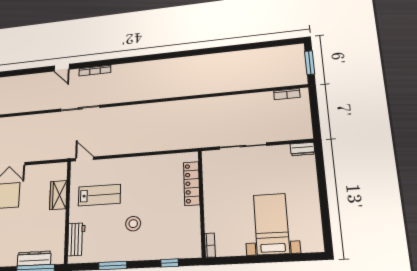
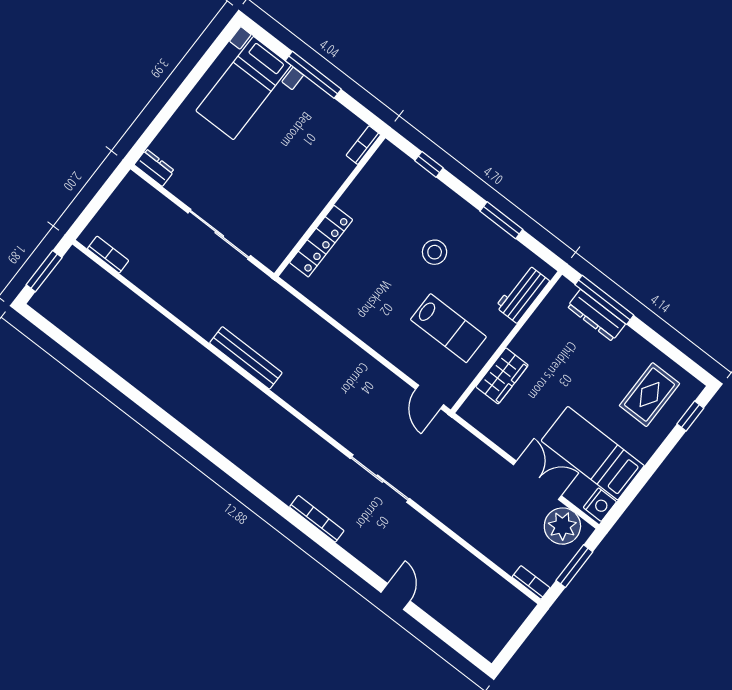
door: (62, 68) -> (395, 597), moved
bench: (182, 106) -> (246, 358), added
lab bench: (99, 195) -> (448, 328), turned 180
bed with nightstands: (271, 224) -> (243, 88), moved
window: (265, 259) -> (313, 75), added

